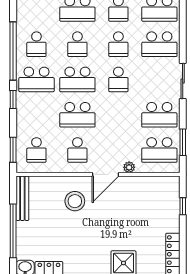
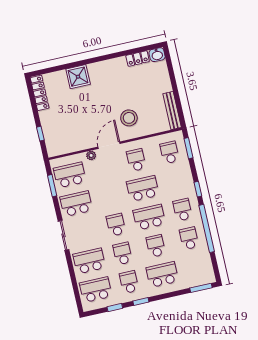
school desk: (36, 79) -> (183, 210), width x0.54
window: (13, 231) -> (174, 82), removed

